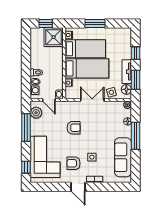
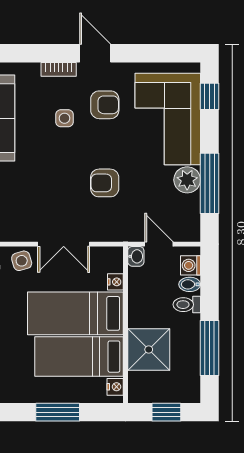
shower: (54, 37) -> (149, 349), moved
window: (26, 53) -> (210, 348), added
plant: (36, 113) -> (187, 180), moved

